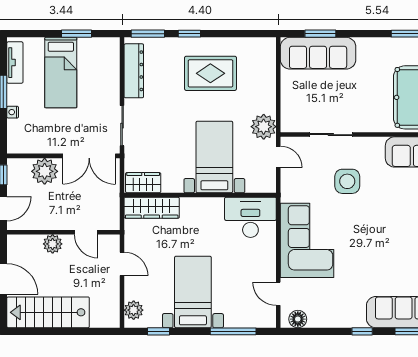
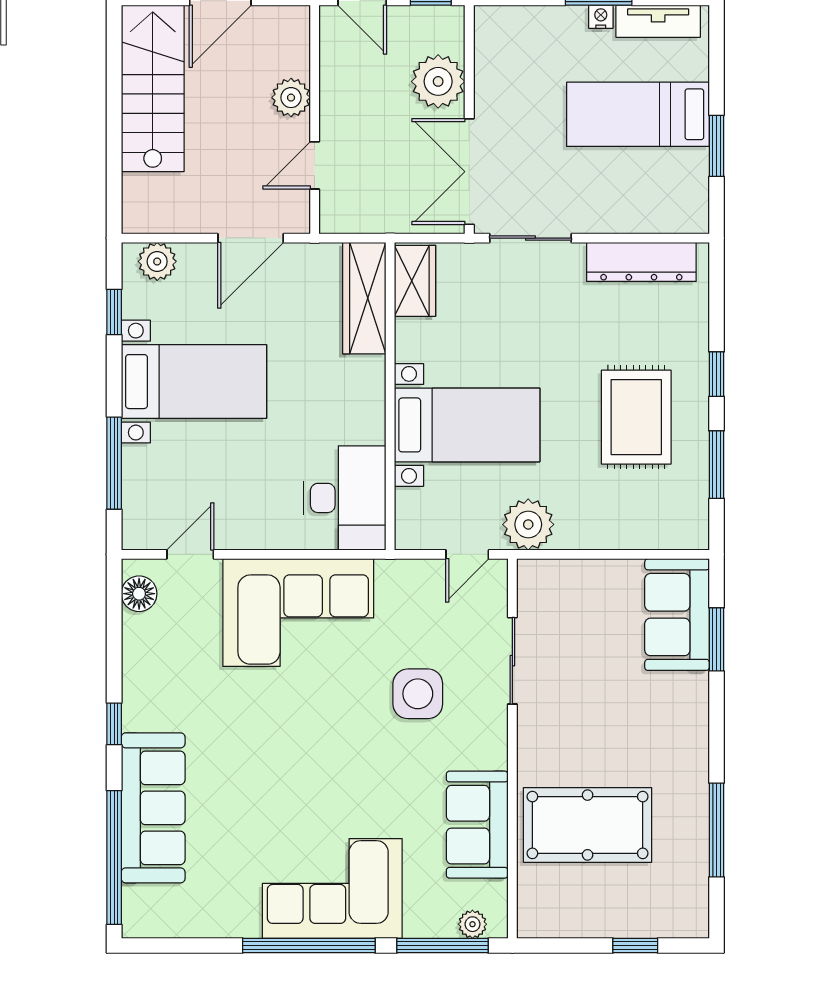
window: (148, 34) -> (717, 465), moved
sofa: (318, 53) -> (677, 615), width x0.73
nightstand: (13, 112) -> (601, 17), moved
door: (122, 264) -> (251, 238), width x1.38

